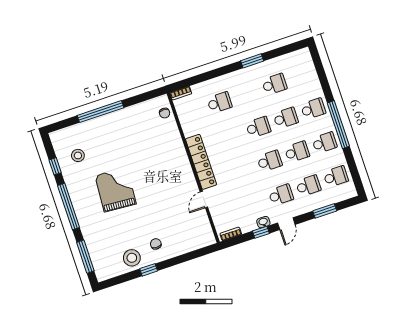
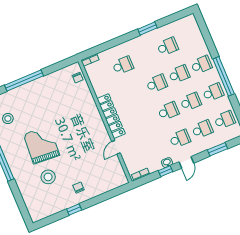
window: (85, 257) -> (20, 203), removed
stool: (132, 258) -> (48, 177), moved

